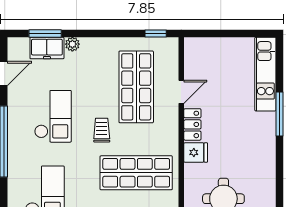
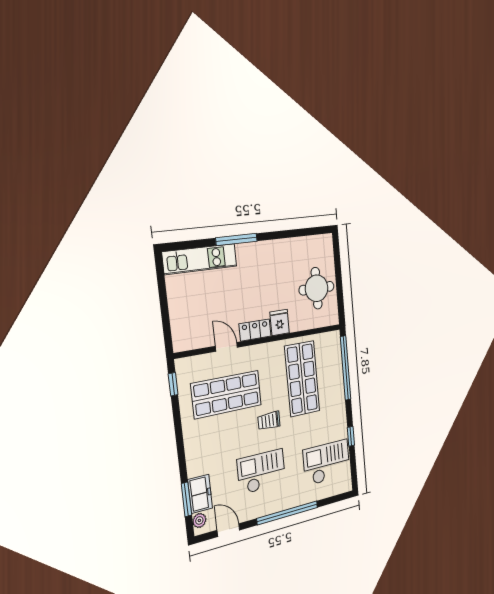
plant: (72, 44) -> (199, 520), moved

